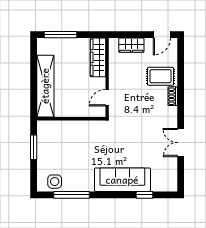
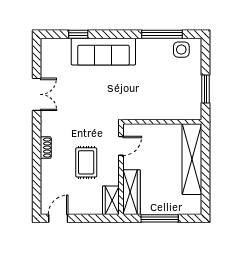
window: (60, 35) -> (160, 218), moved
wardrobe: (131, 45) -> (111, 200), moved, turned -90
rug: (160, 76) -> (86, 162), moved, turned 90

